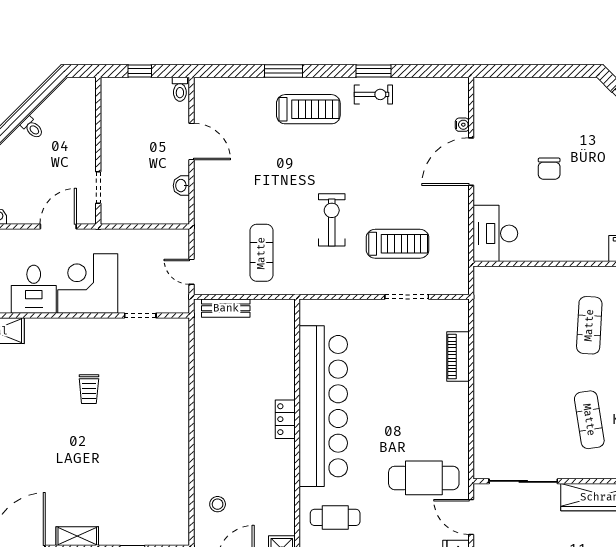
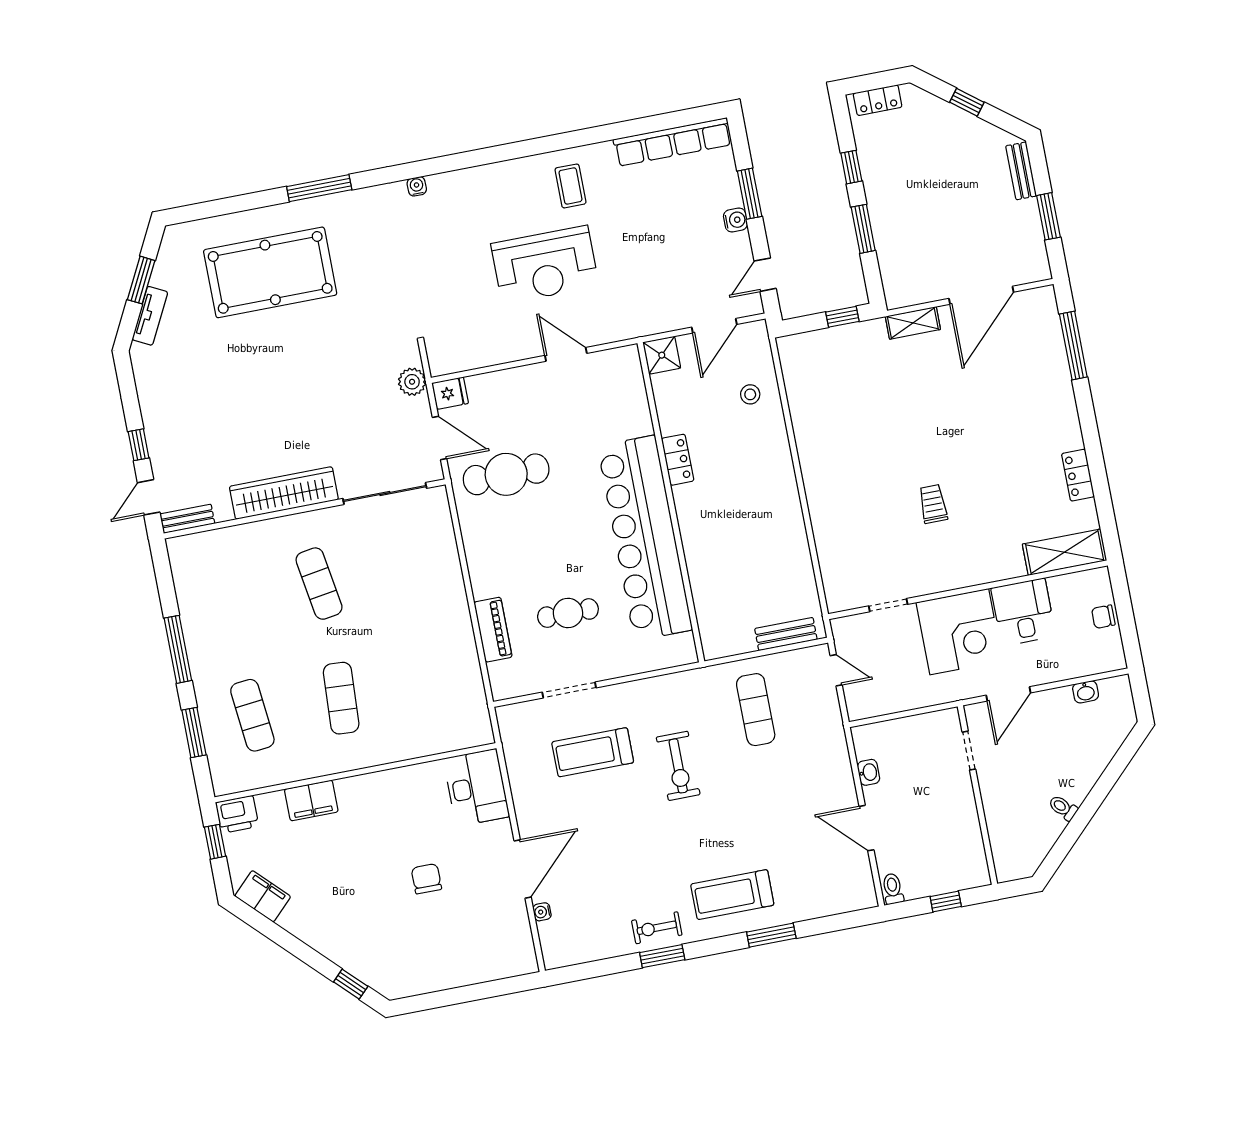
locker: (285, 419) -> (678, 460), moved
cafe table: (335, 517) -> (568, 613), moved

